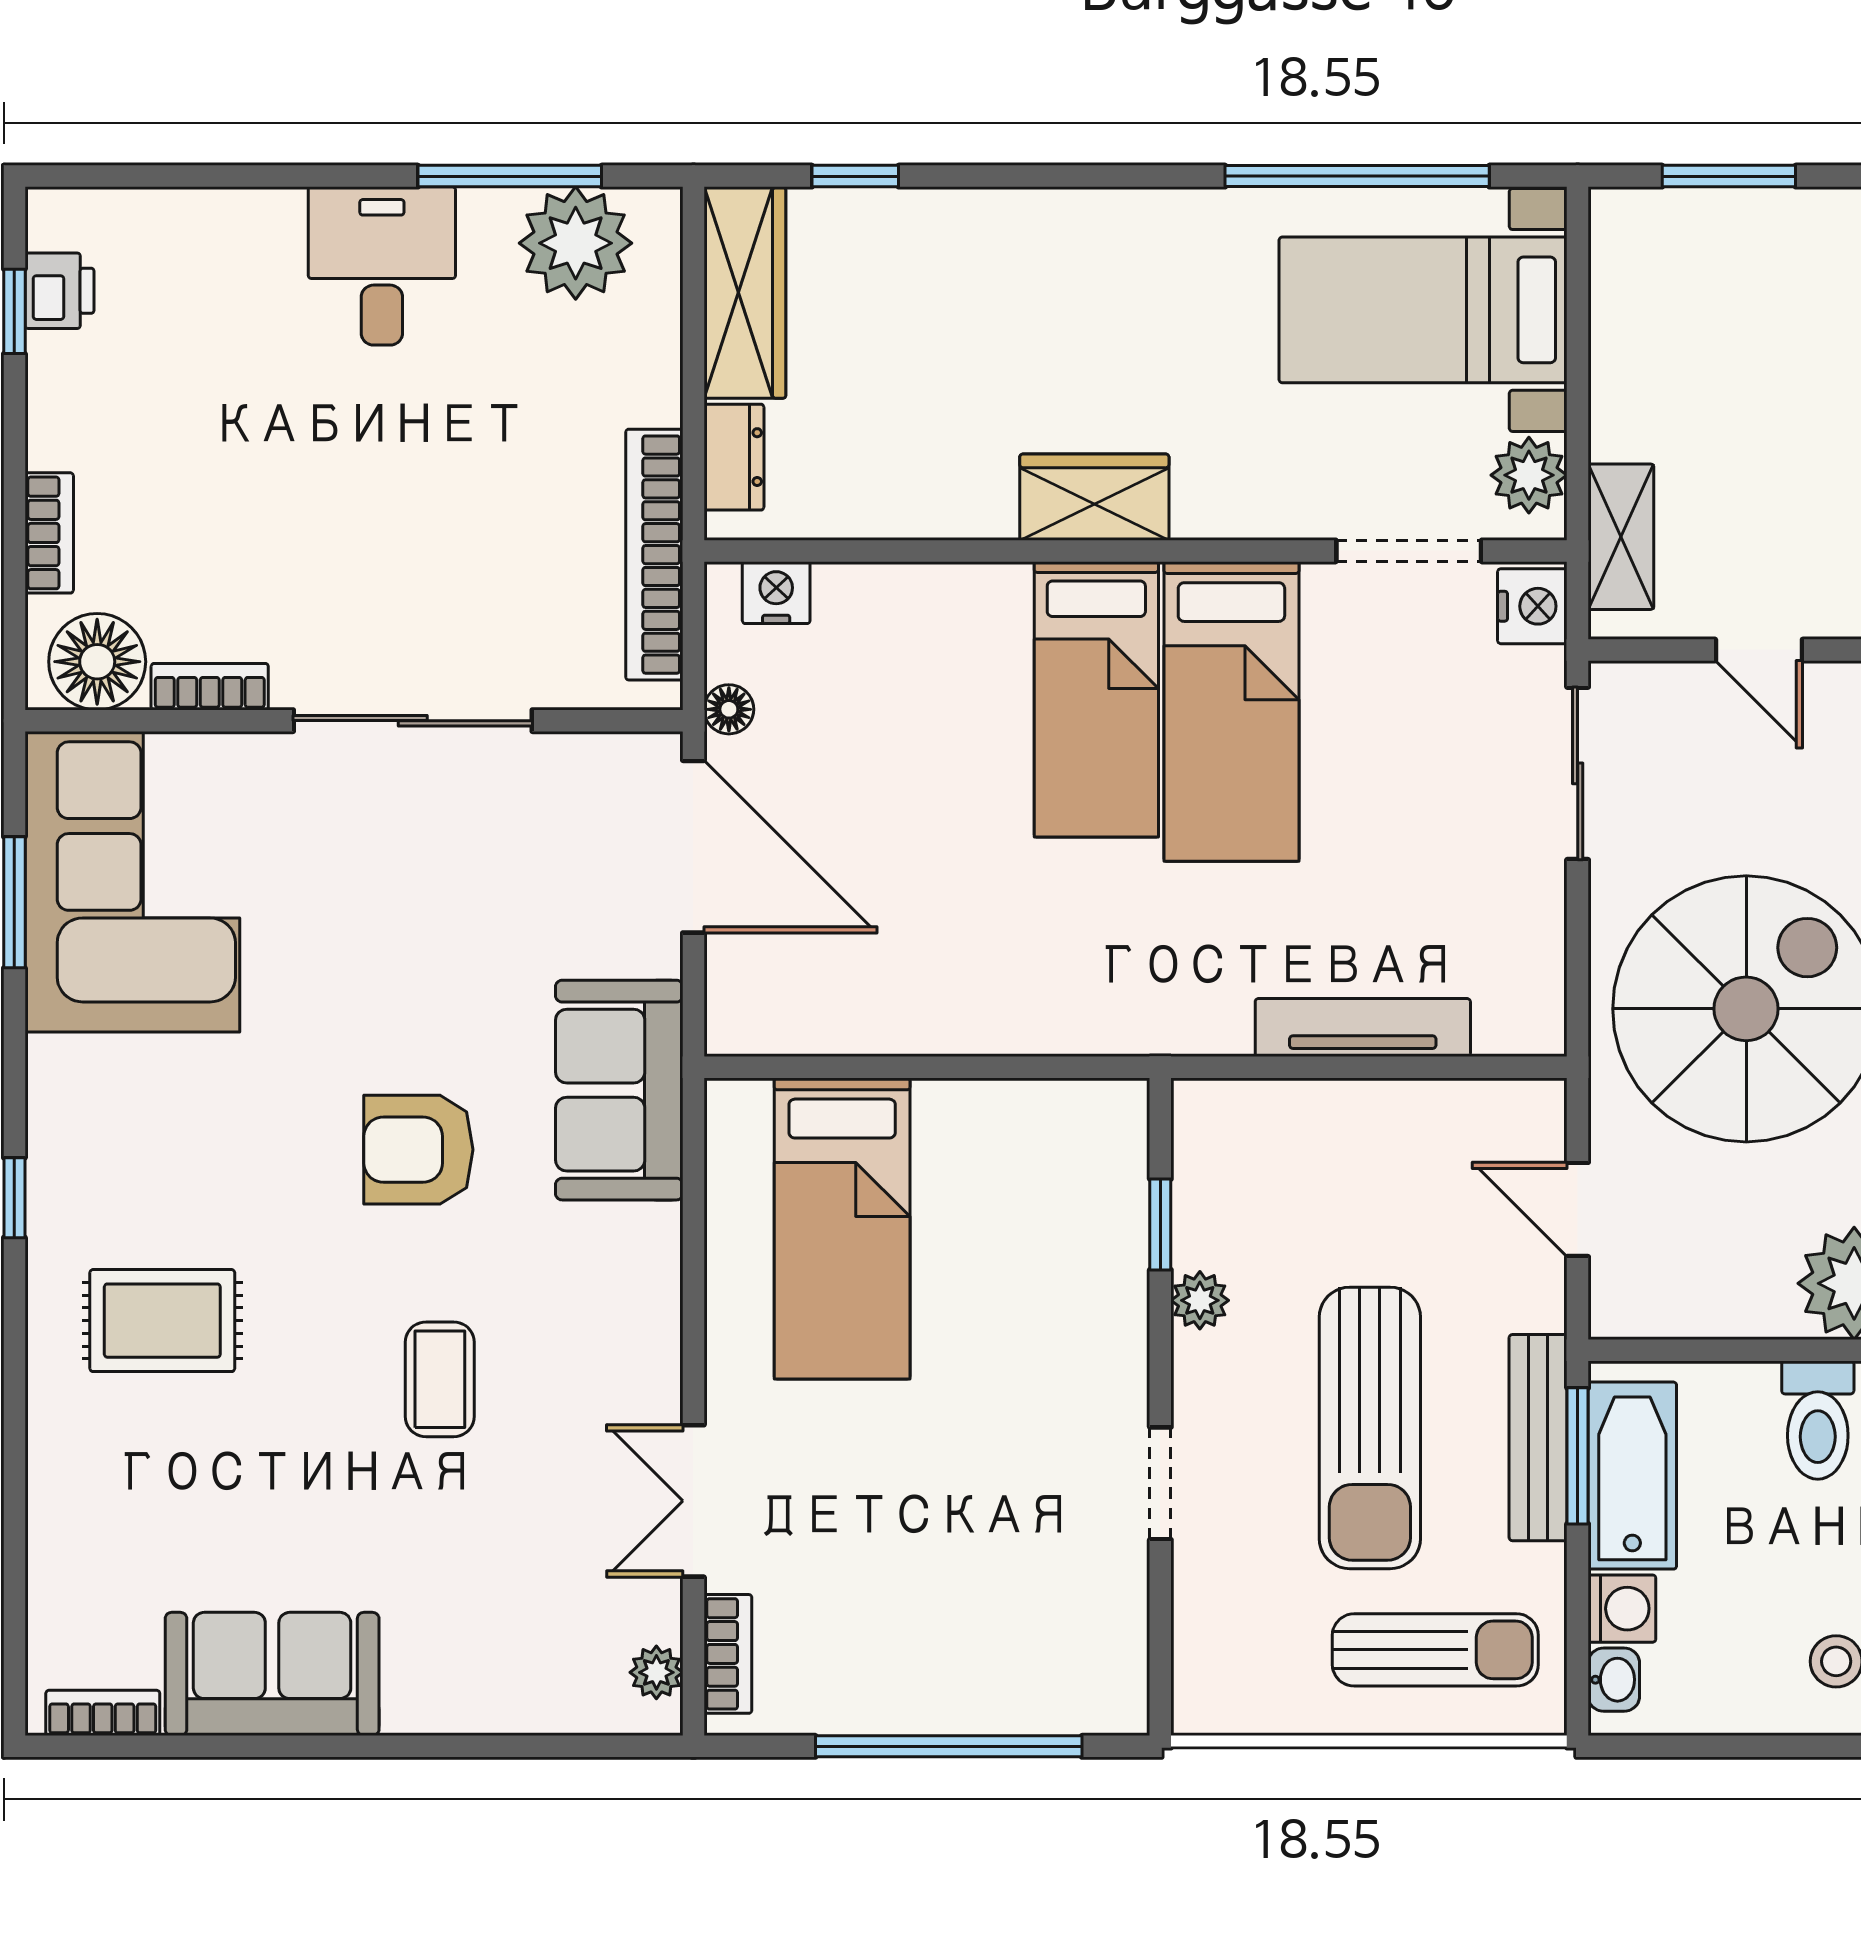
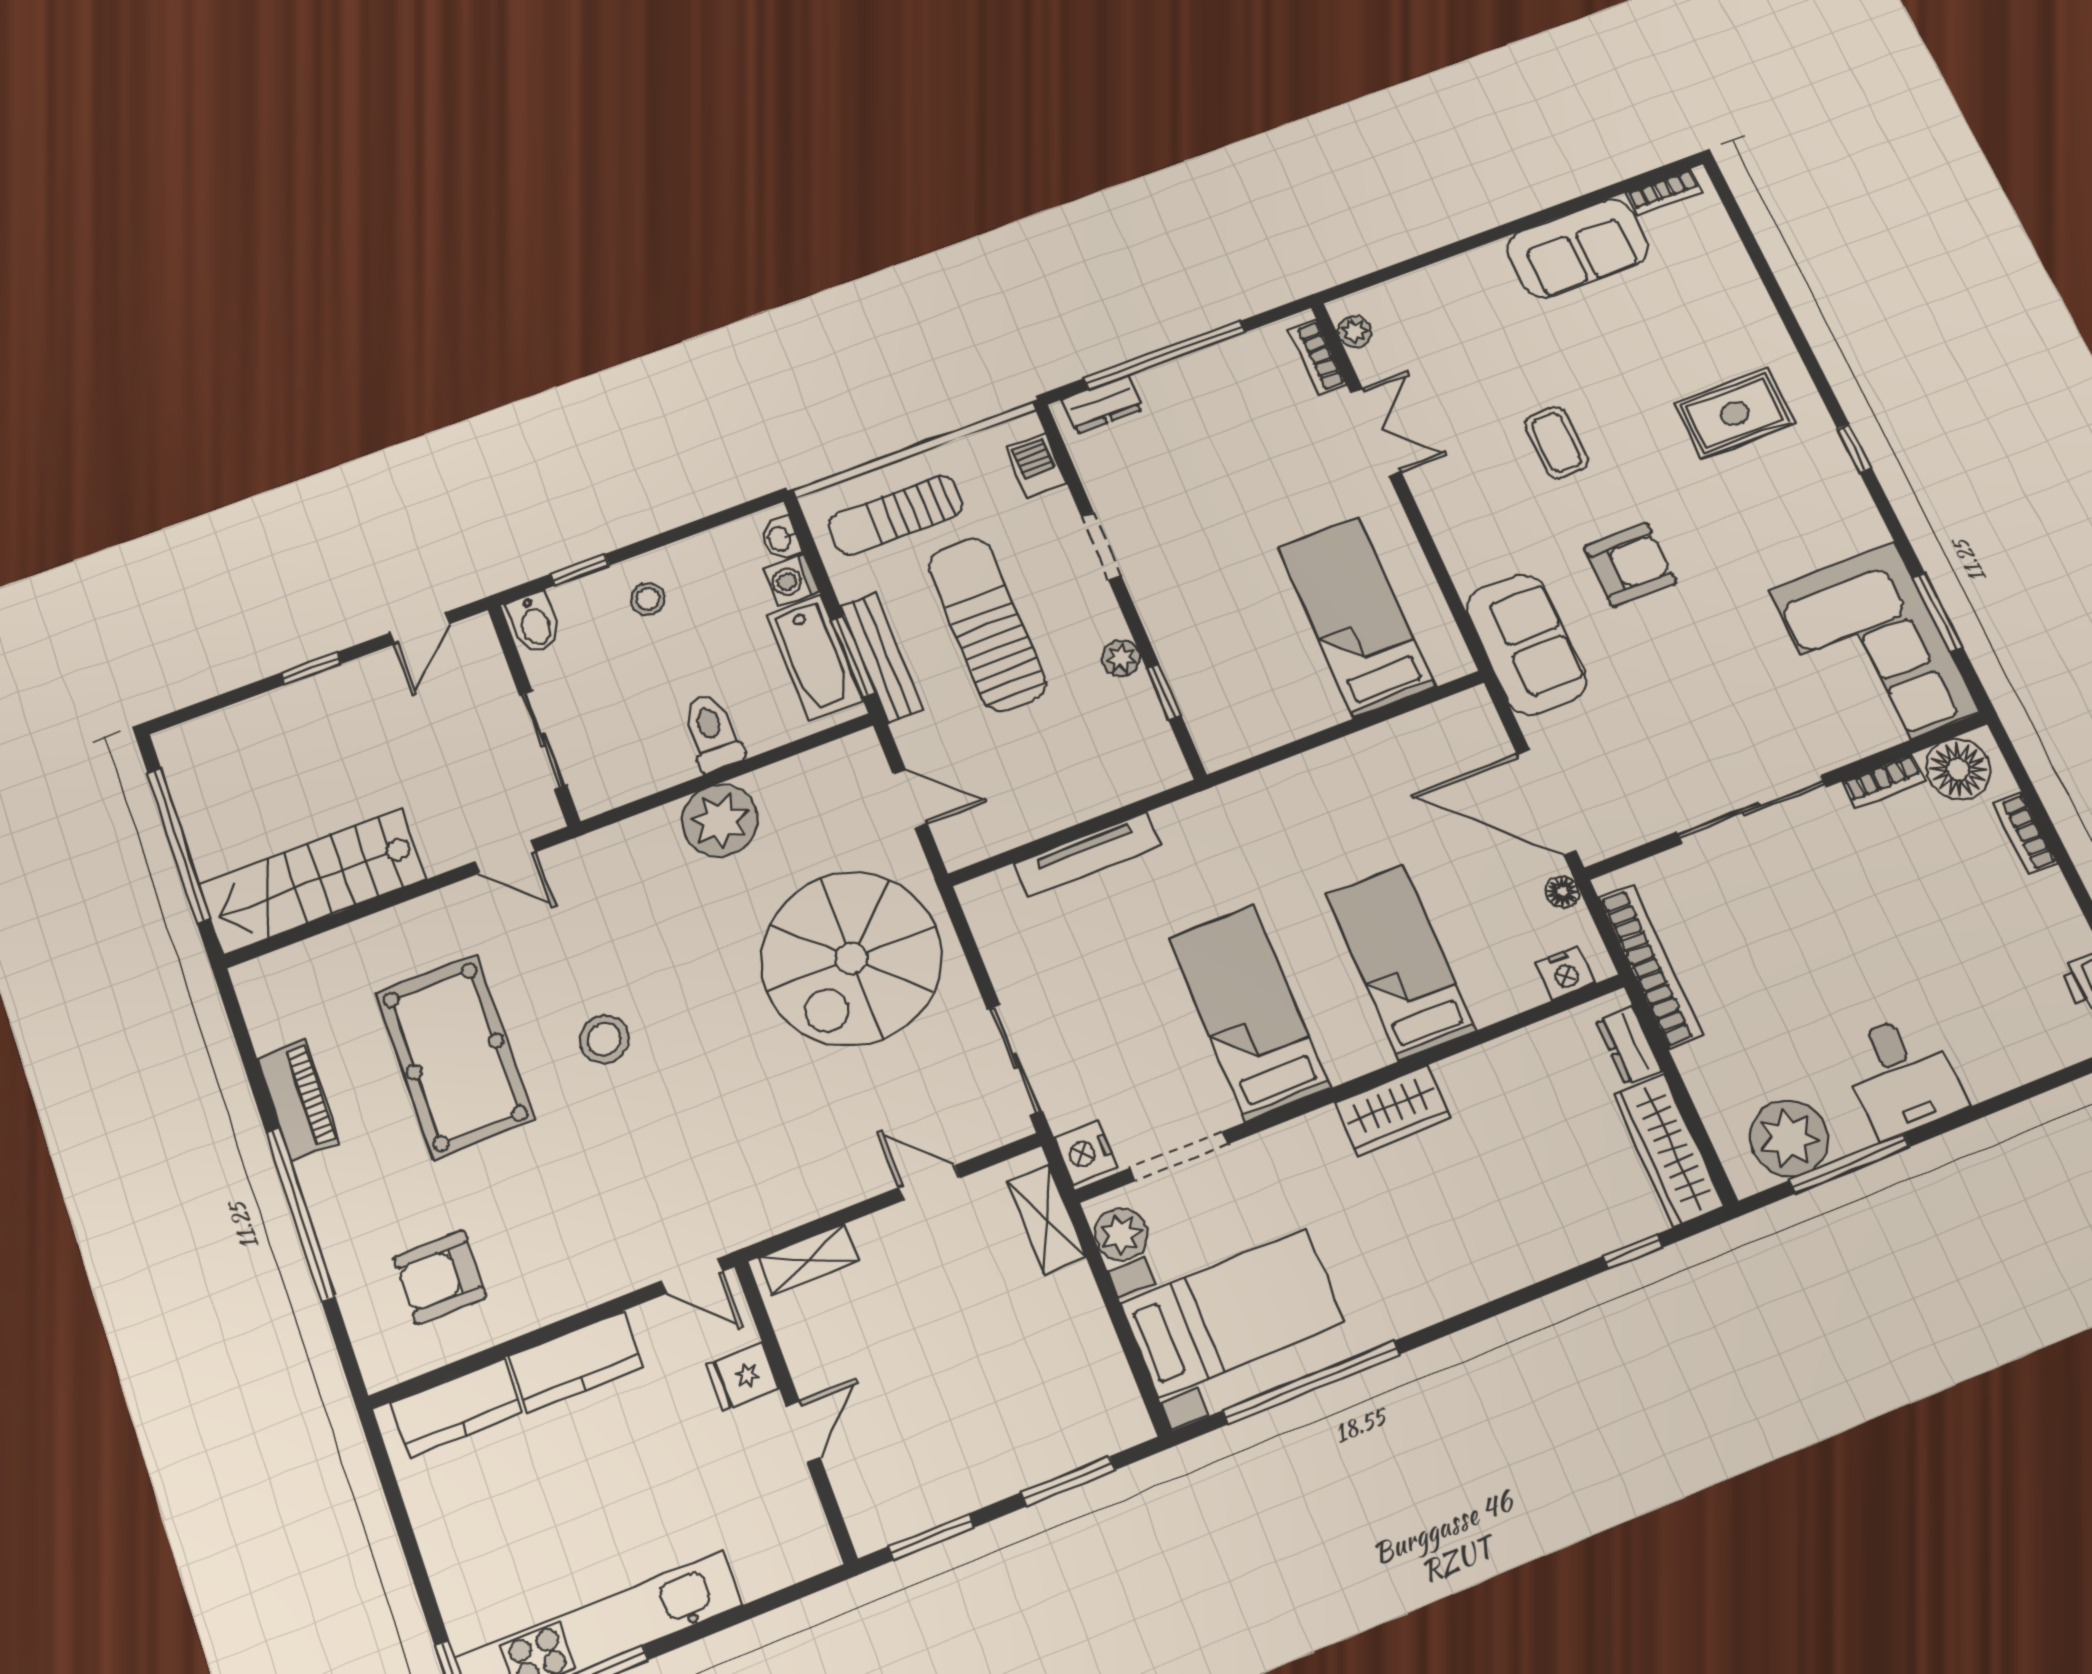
bed: (1096, 699) -> (1401, 962), moved
barbecue: (1204, 1646) -> (1037, 466), added
dresser: (1071, 1704) -> (1102, 405), added

